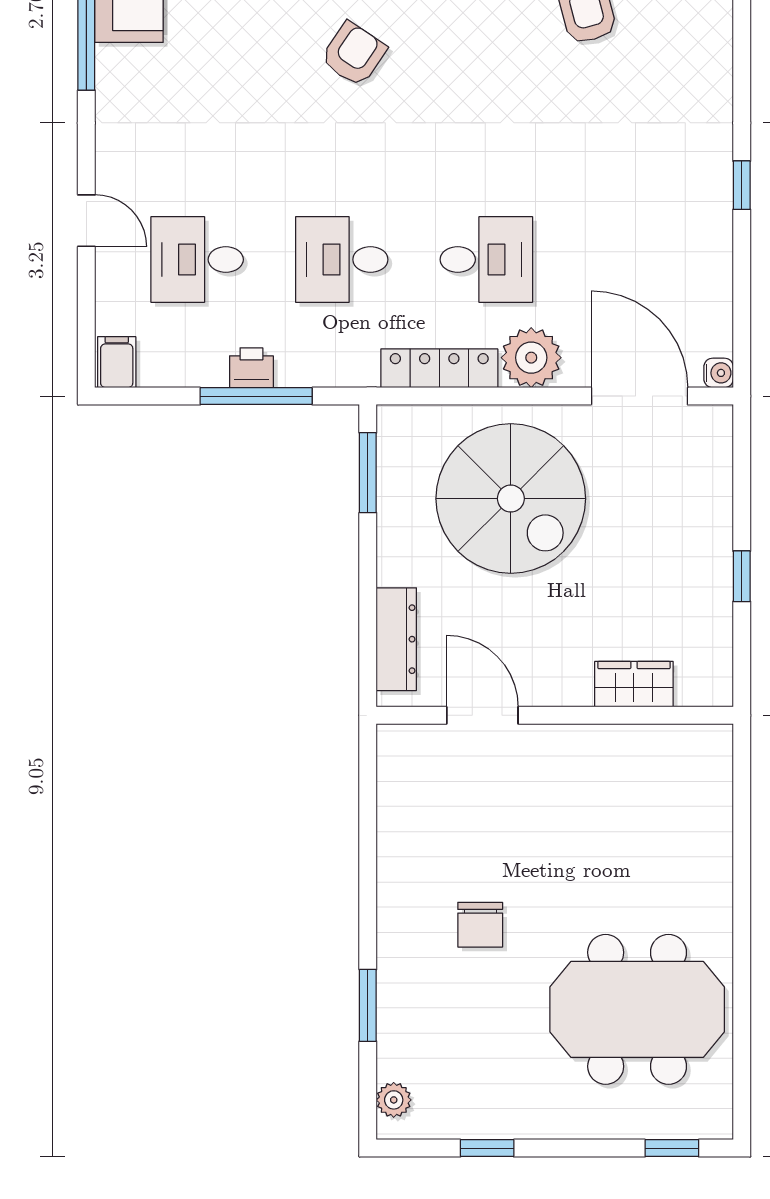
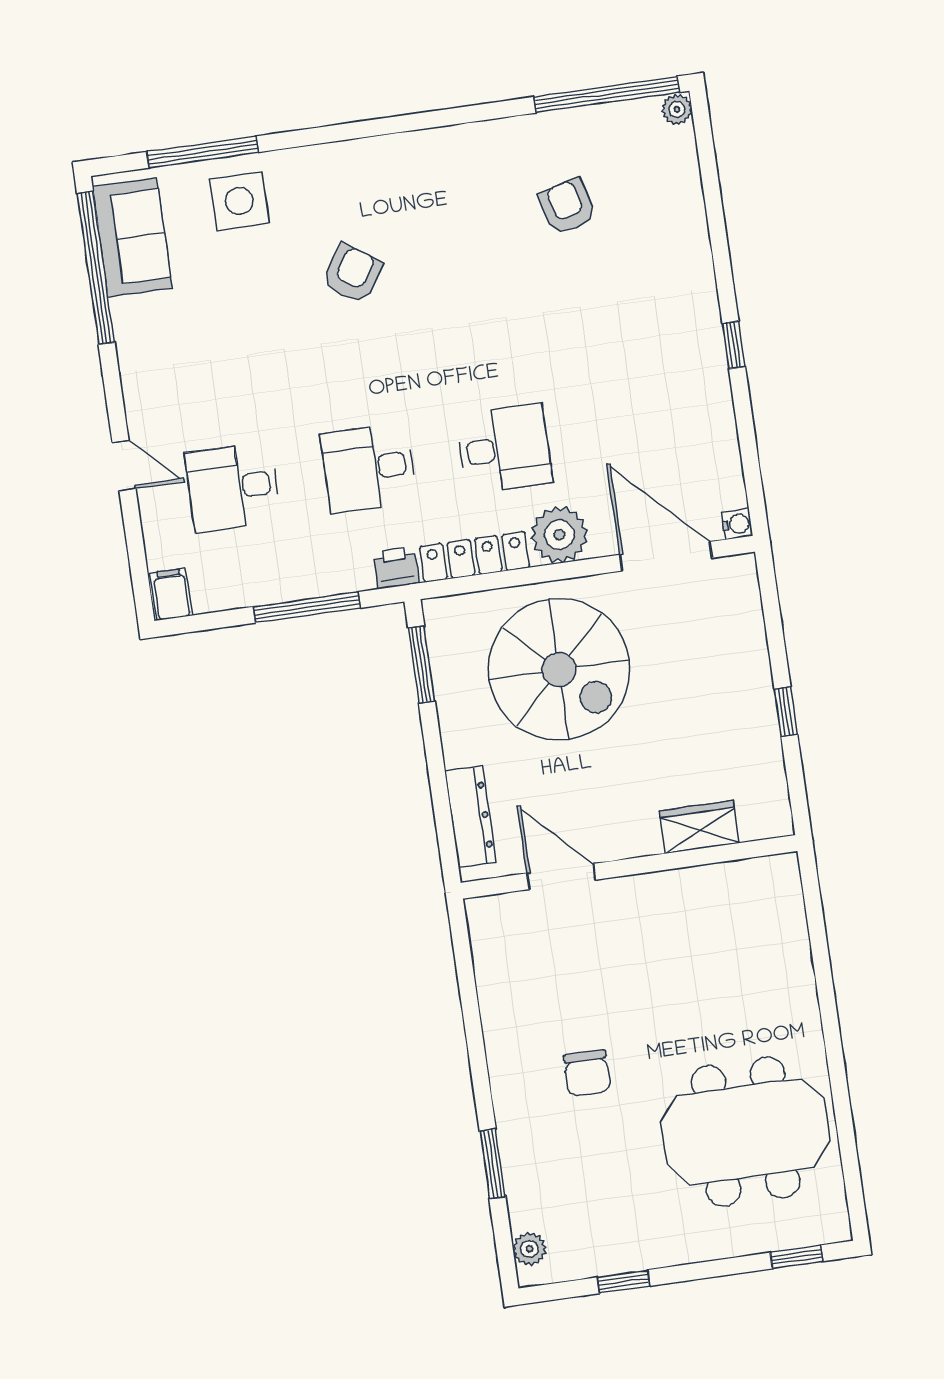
printer: (251, 368) -> (396, 568), moved

